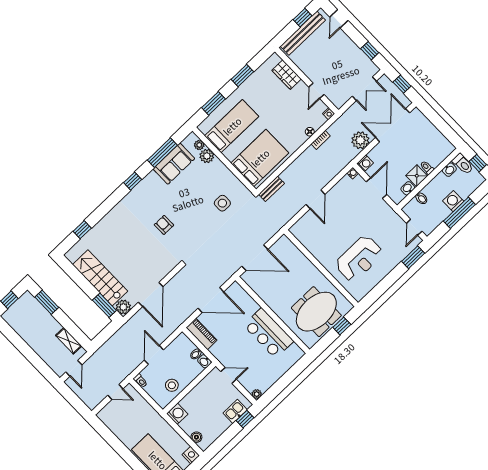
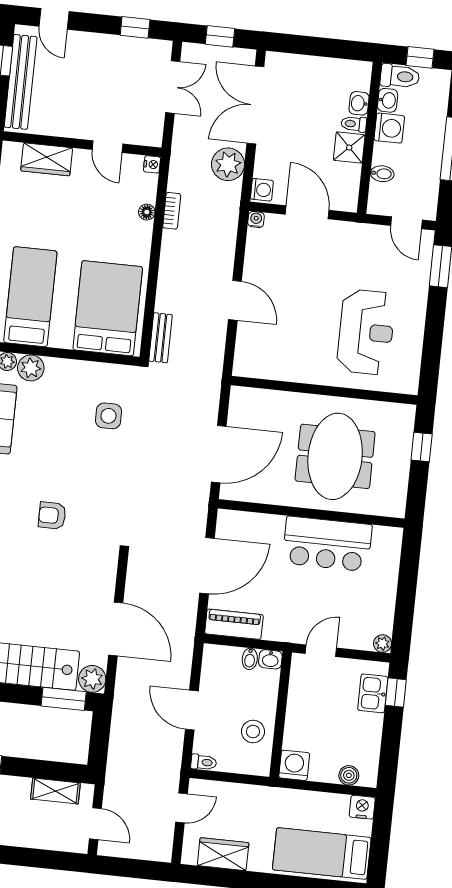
washbasin: (408, 188) -> (359, 103), moved
washing machine: (453, 201) -> (389, 128), moved, turned 180
meeting table: (316, 312) -> (335, 456), moved
wardrobe: (116, 426) -> (223, 854), added

